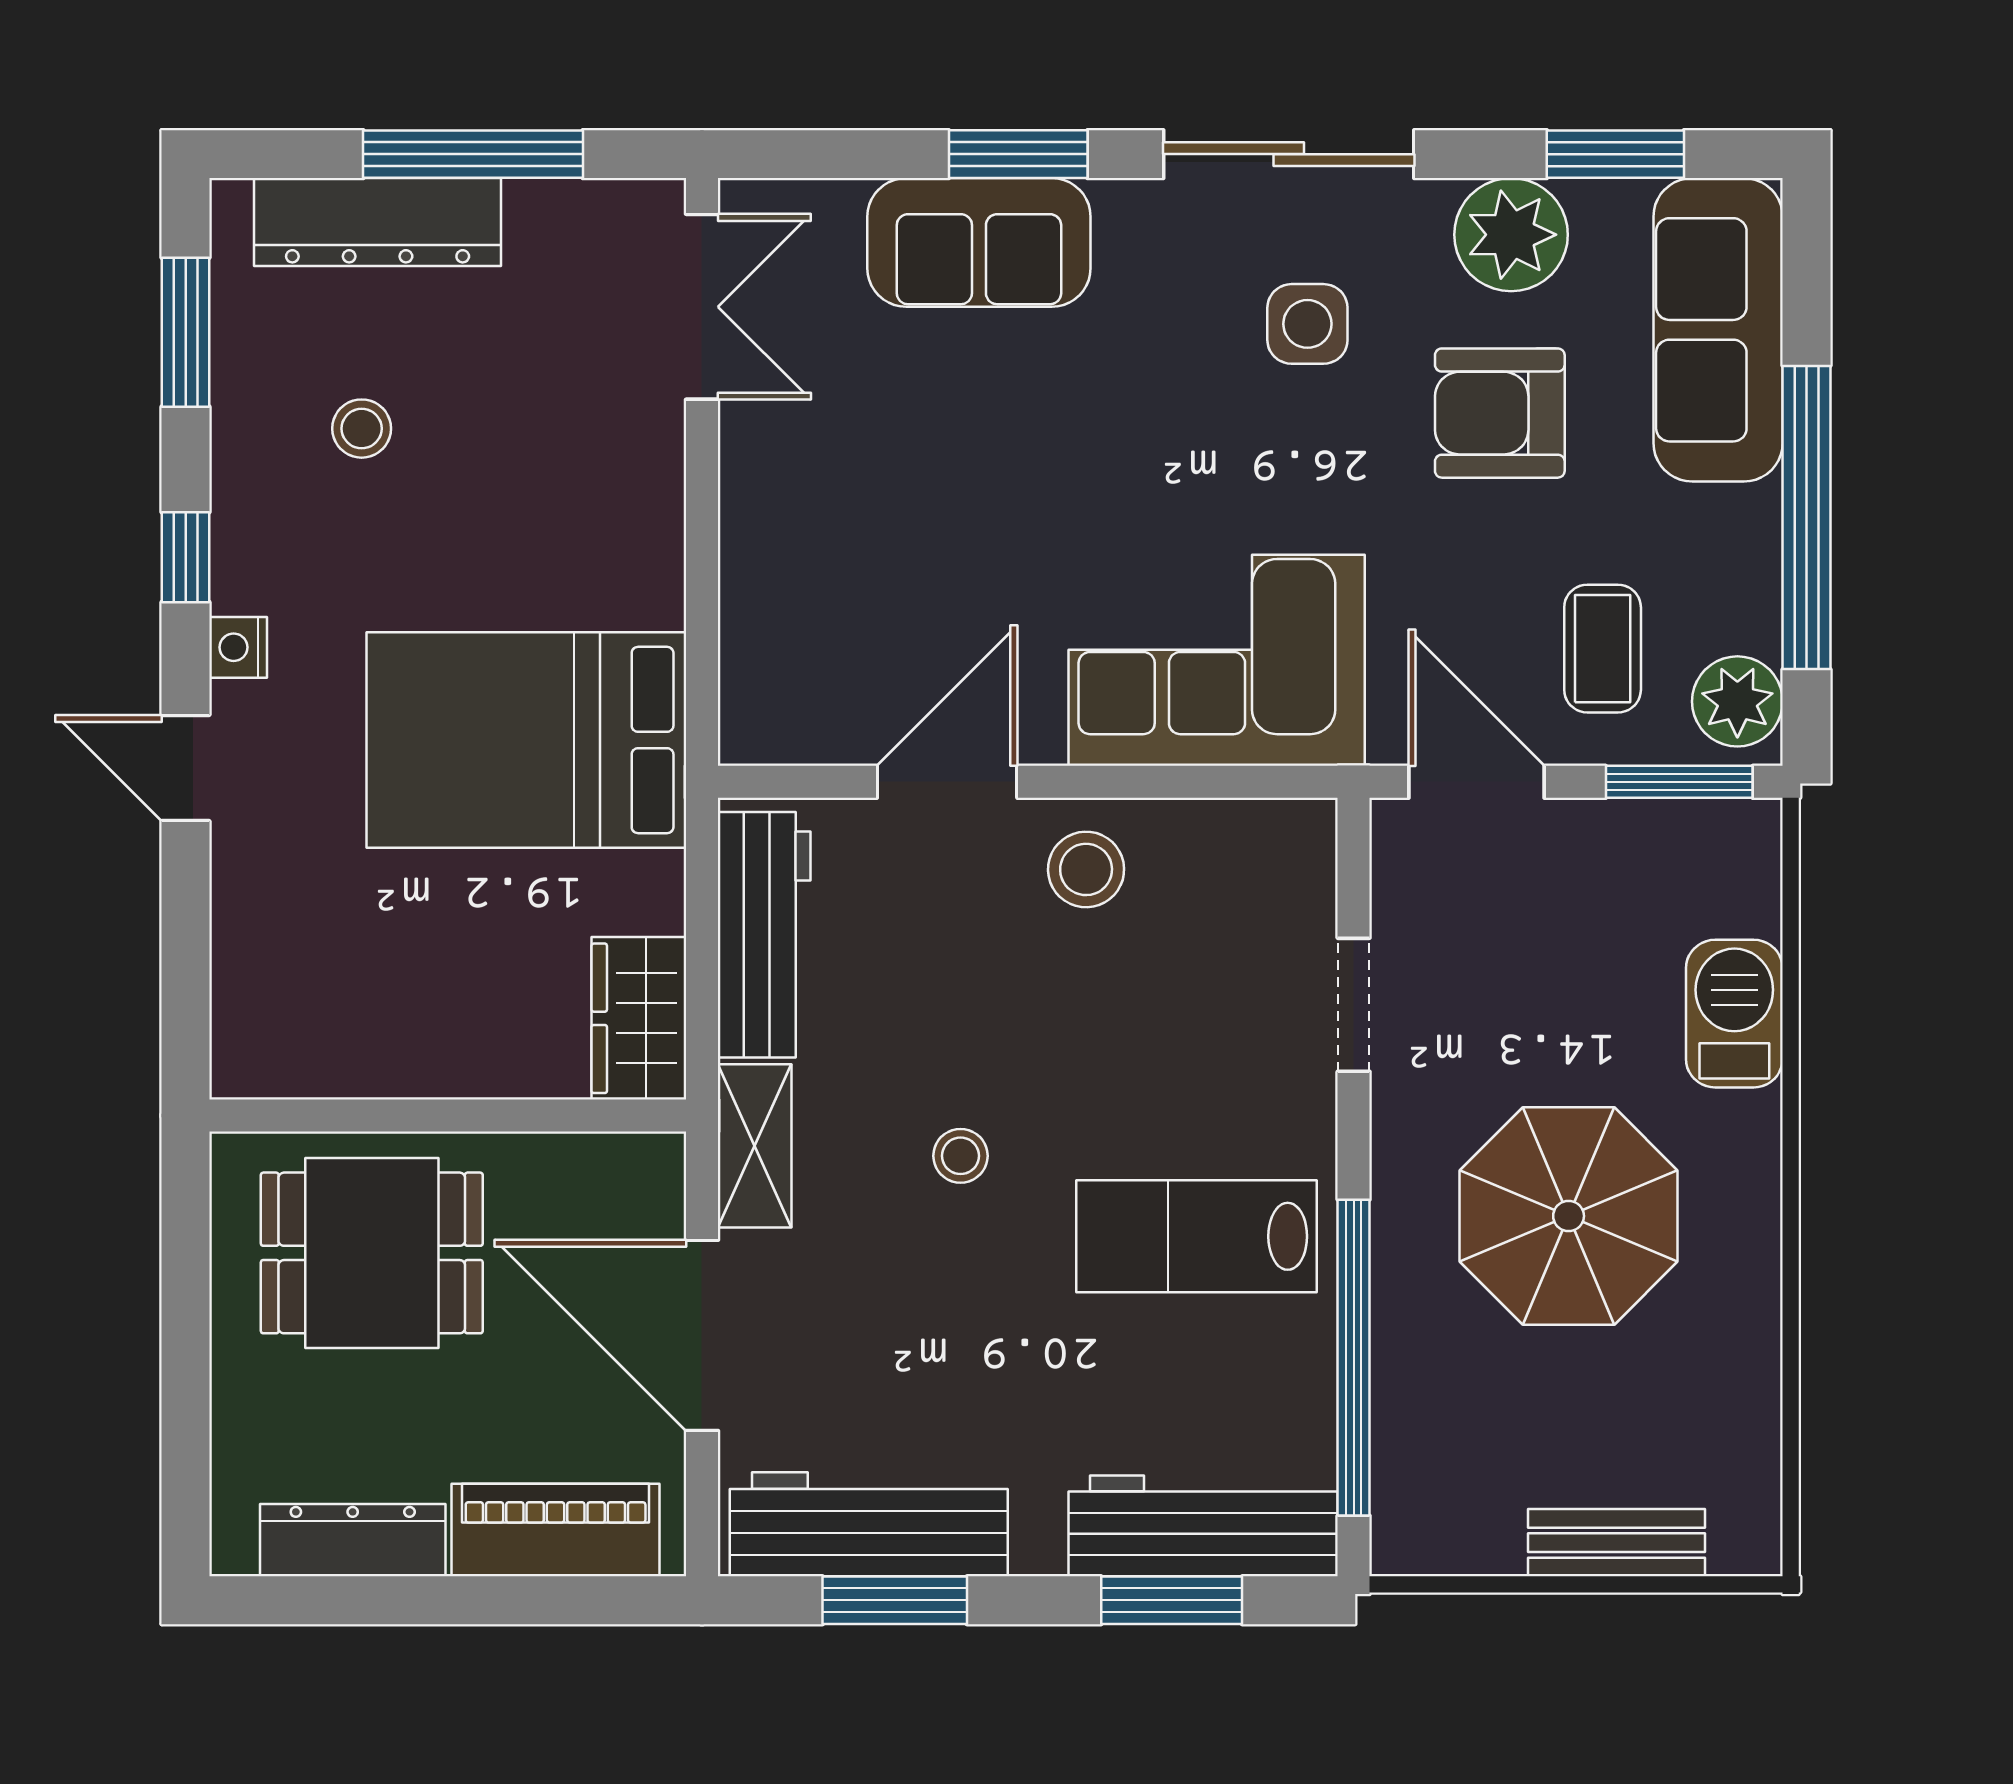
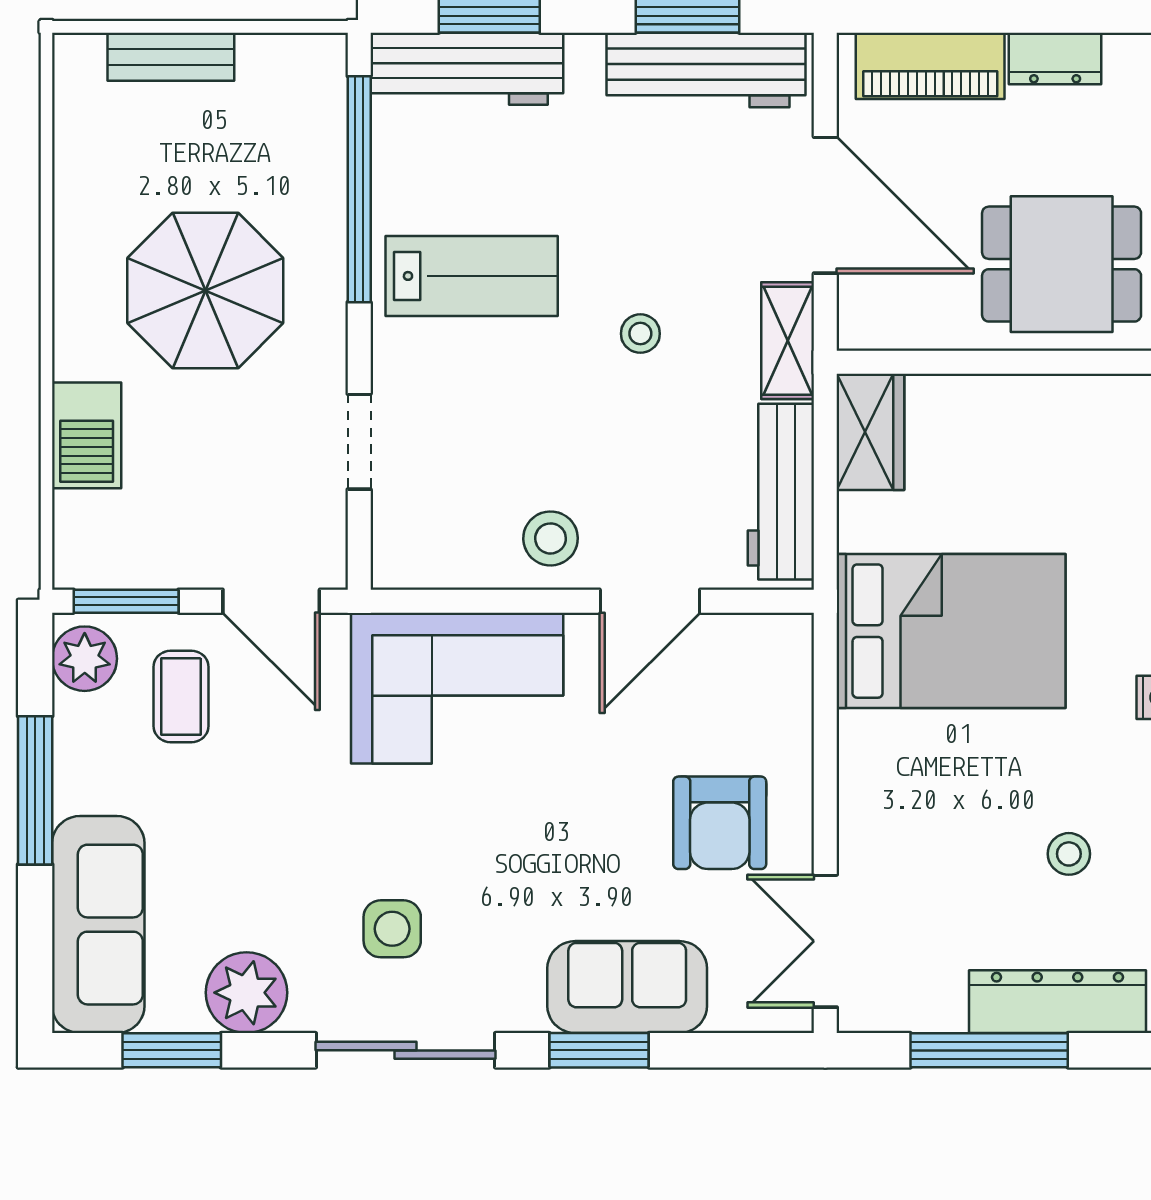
armchair: (1500, 413) -> (720, 823), moved, turned 90
window: (1806, 517) -> (35, 790), width x0.68
dresser: (353, 1540) -> (1055, 59), width x0.70

